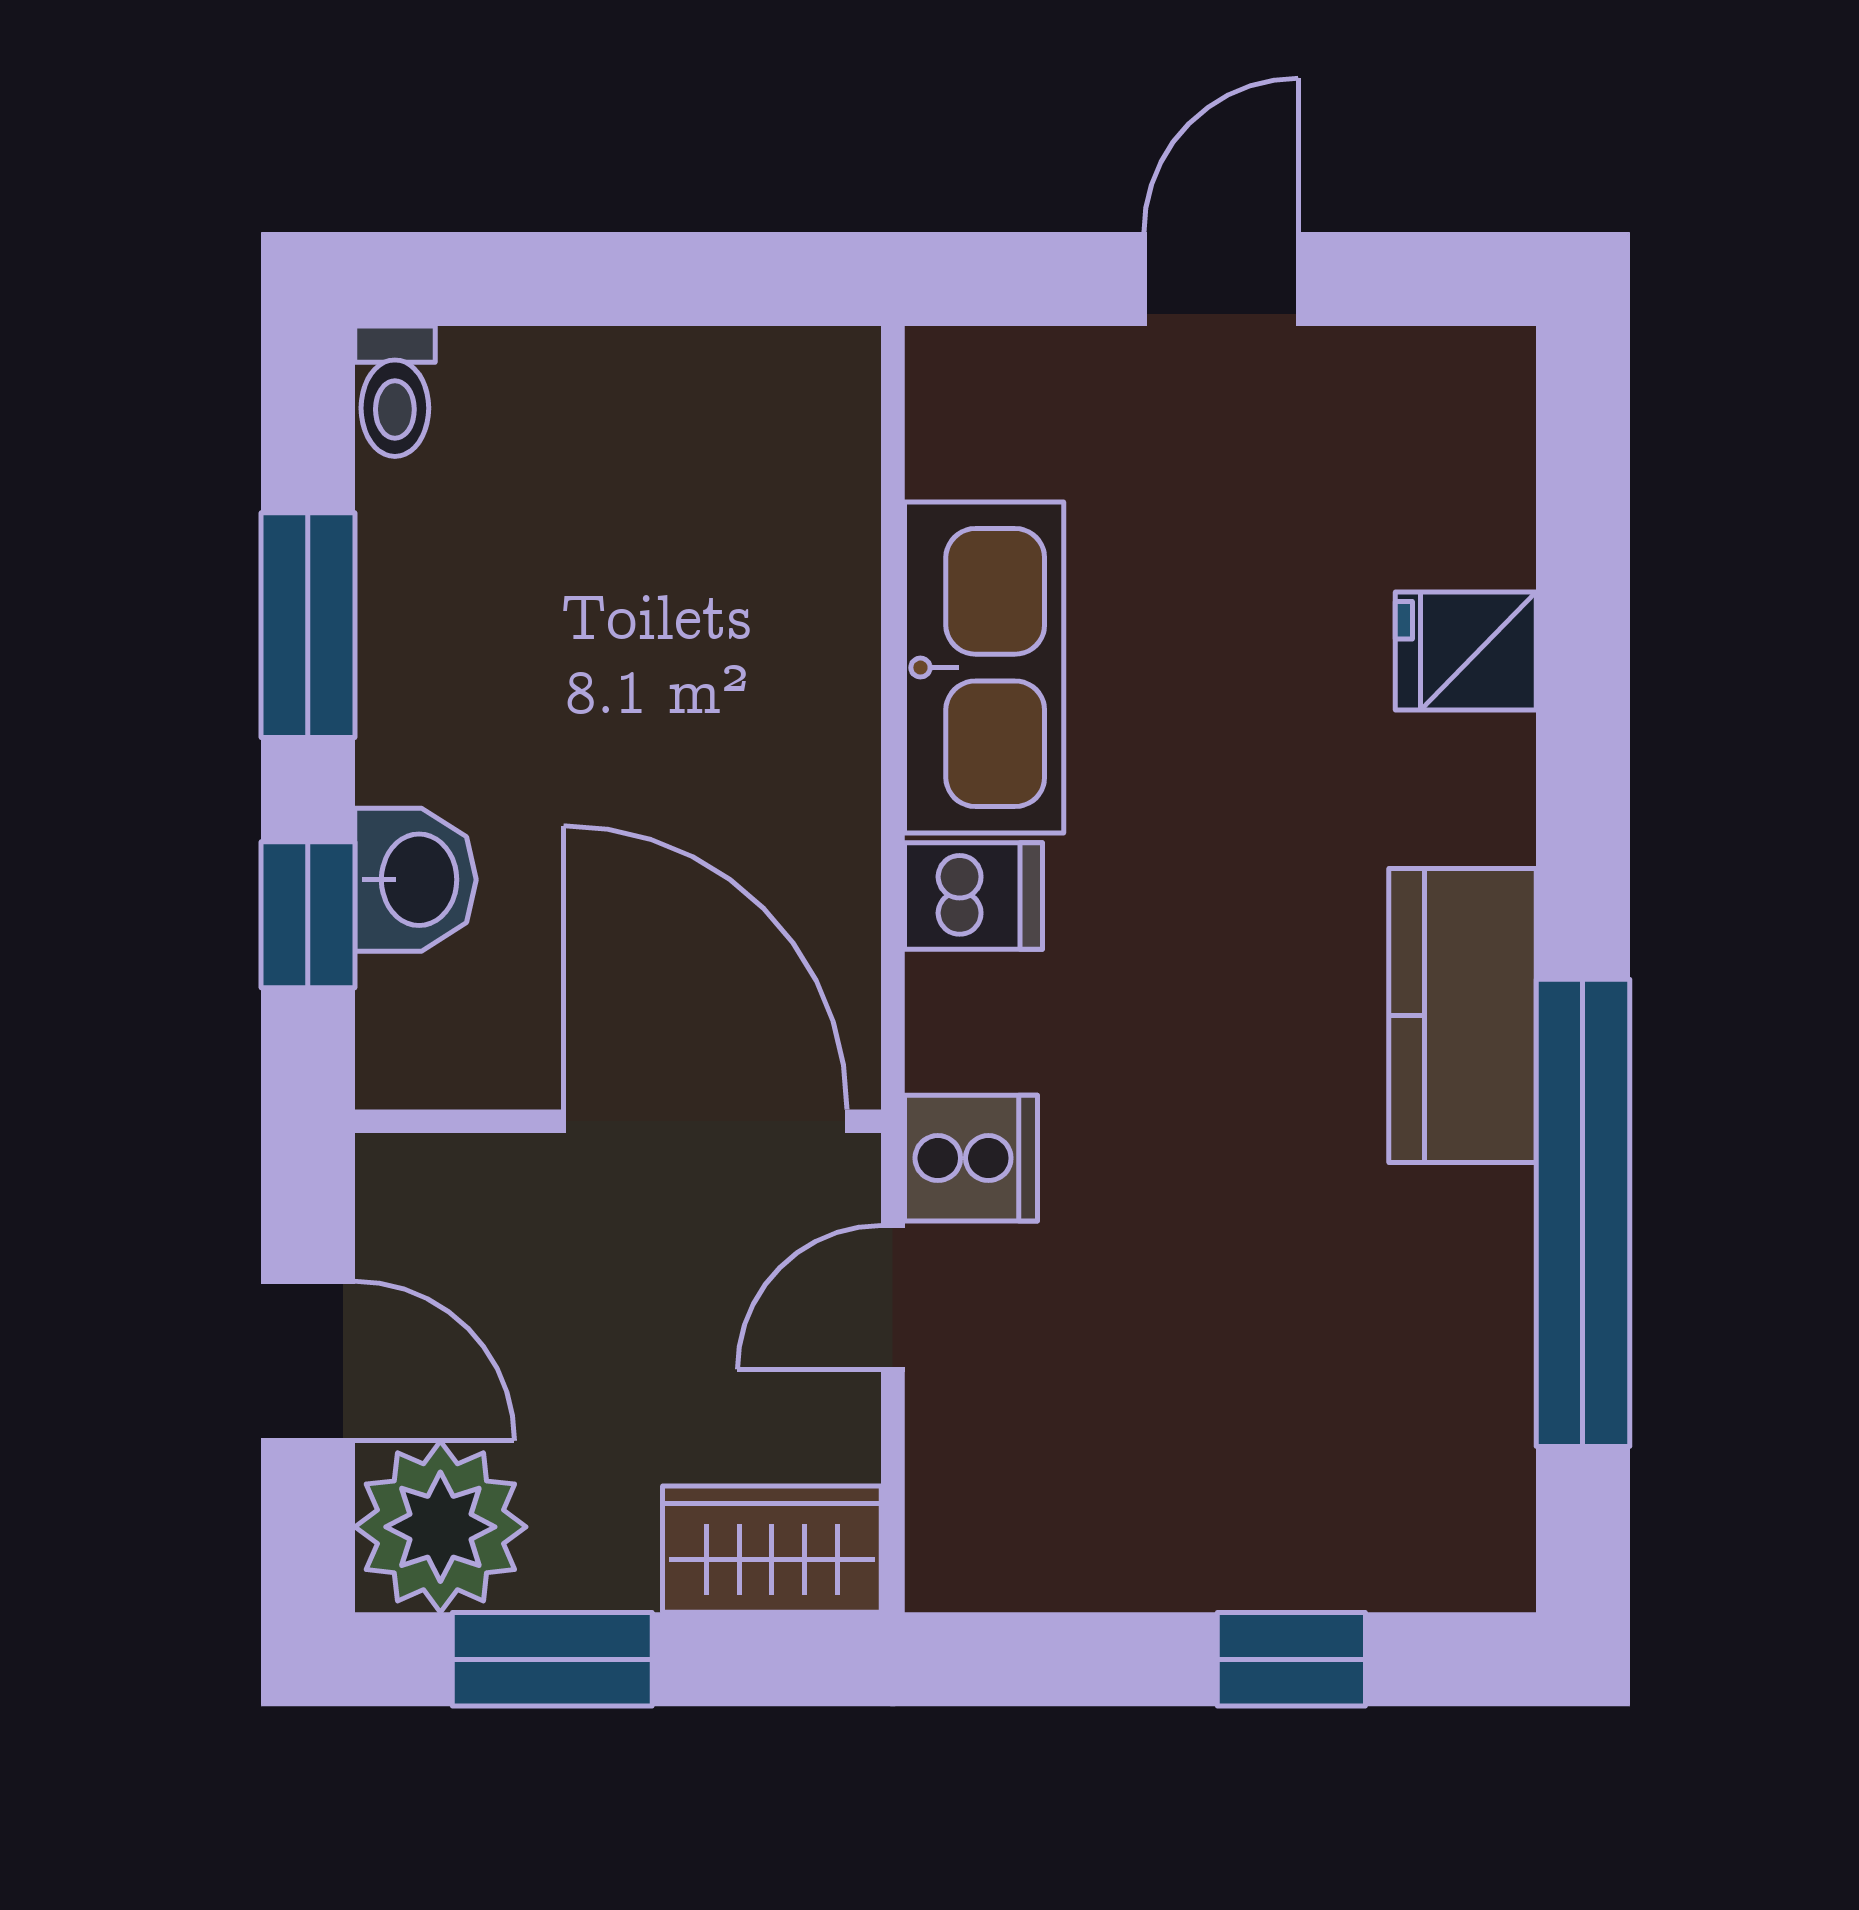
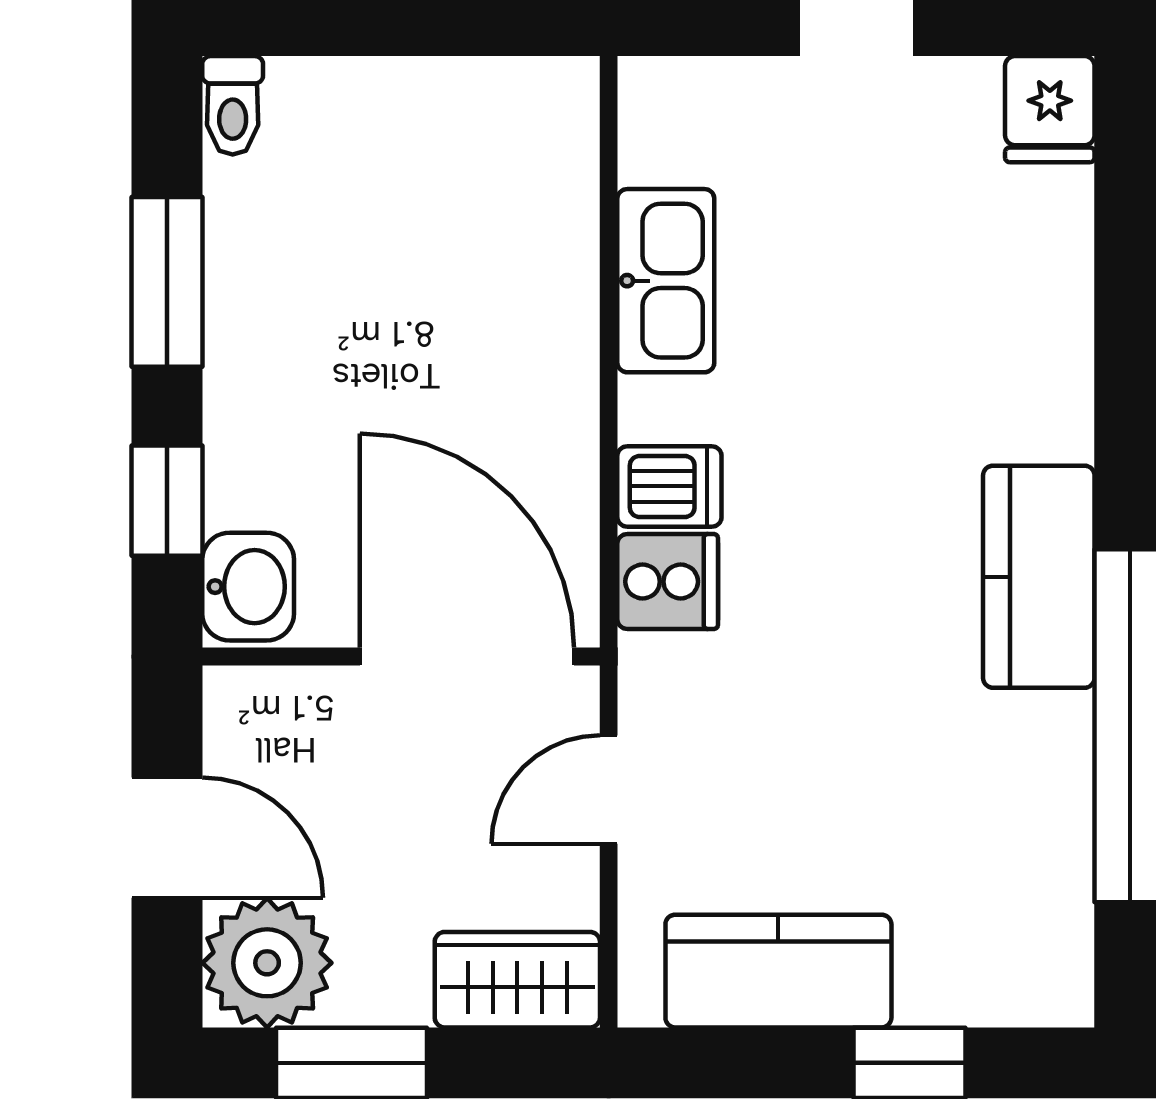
fridge: (1466, 651) -> (1050, 109), moved, turned -90
kitchen sink: (984, 668) -> (666, 281), width x0.73, depth x0.81
washbasin: (415, 880) -> (248, 587), moved
cooker: (971, 1158) -> (668, 582), moved
kitchen counter: (1118, 1538) -> (778, 971), added

